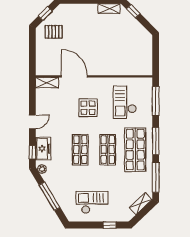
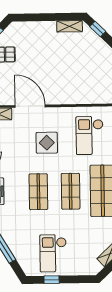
checkout: (92, 202) -> (53, 253), turned -90
window: (110, 225) -> (52, 280), moved

